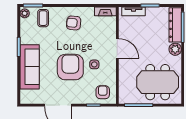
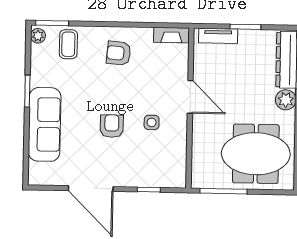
armchair: (70, 67) -> (112, 126), width x0.53, depth x0.53
armchair: (103, 92) -> (165, 169), removed

